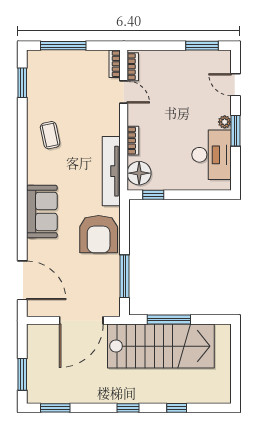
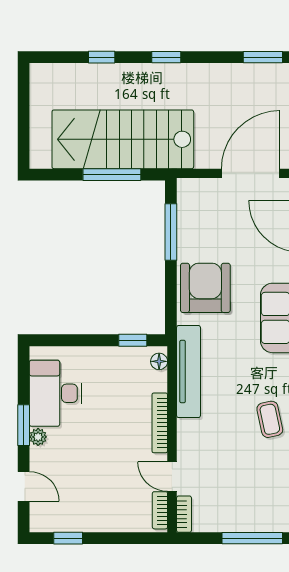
window: (202, 46) -> (68, 538), width x0.67
bookcase: (133, 141) -> (160, 423), width x1.56
floor lamp: (139, 173) -> (159, 361), width x0.53, depth x0.53
door: (81, 320) -> (251, 173), moved

